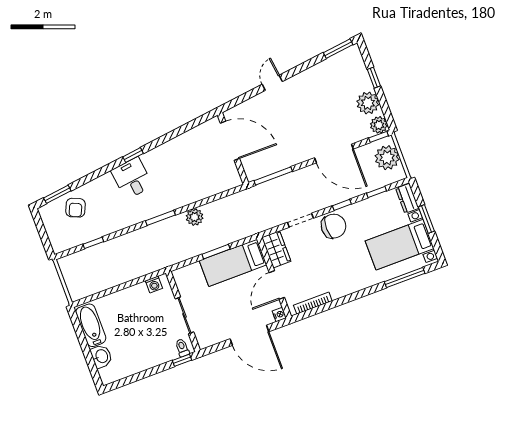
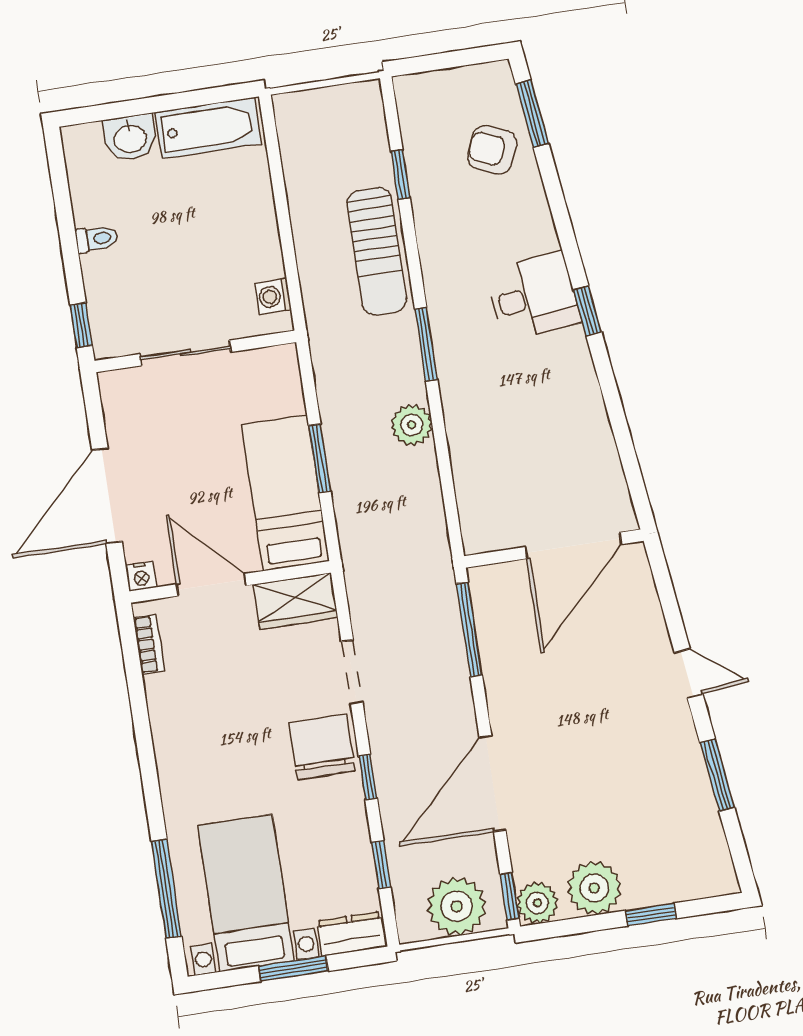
window: (338, 49) -> (717, 775), moved
chair: (334, 226) -> (322, 747), turned 180
sun lounger: (127, 246) -> (377, 251), added
bookcase: (313, 303) -> (149, 644), width x0.64
toilet: (182, 348) -> (97, 239), moved

